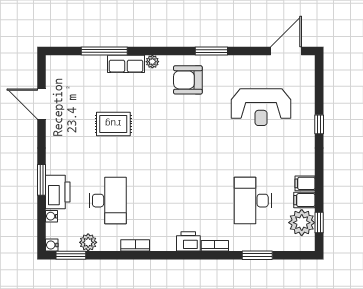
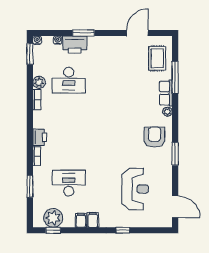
reception desk: (261, 107) -> (135, 189), turned 180
rug: (113, 124) -> (157, 58), moved
filing cabinet: (304, 200) -> (93, 220), moved
plant: (88, 242) -> (39, 82), moved

